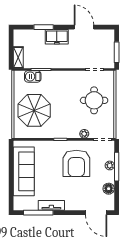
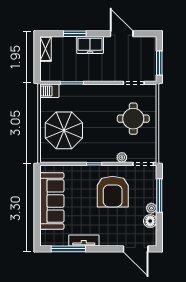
shelving: (18, 58) -> (45, 49), moved
barbecue: (33, 76) -> (49, 91), moved
plant: (110, 165) -> (151, 208), moved

